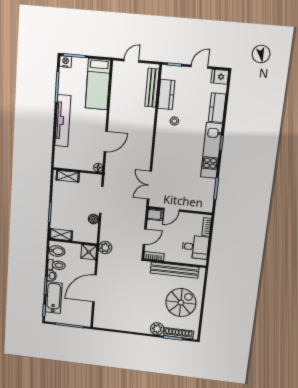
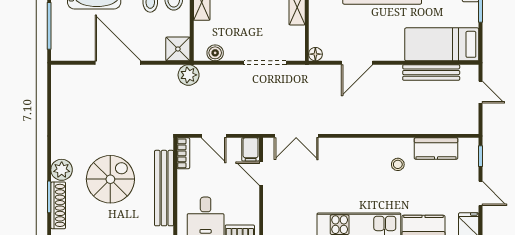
bench: (152, 88) -> (431, 73), moved
door: (106, 141) -> (357, 63), hinge flipped
double door: (149, 185) -> (296, 136), swing flipped
boiler: (94, 219) -> (215, 53), moved
spiral stairs: (181, 303) -> (110, 179), moved, turned -90

